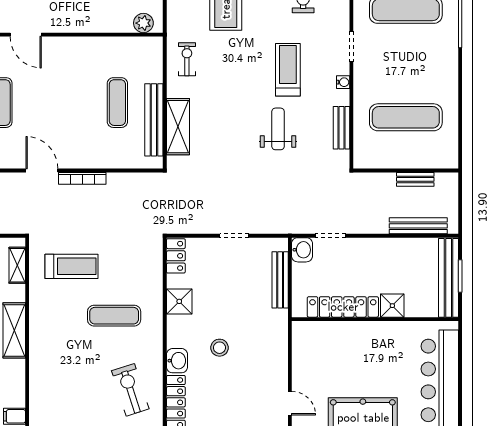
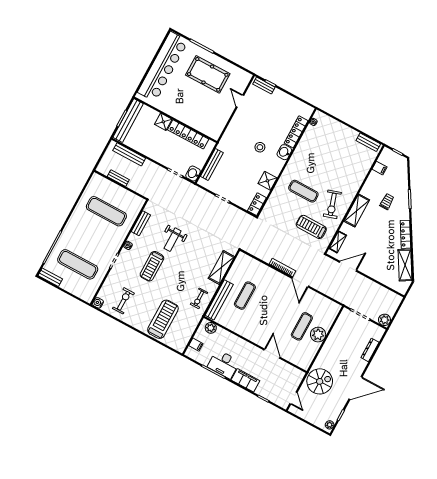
bench: (154, 120) -> (219, 300), moved
exercise bike: (130, 390) -> (332, 204), moved

